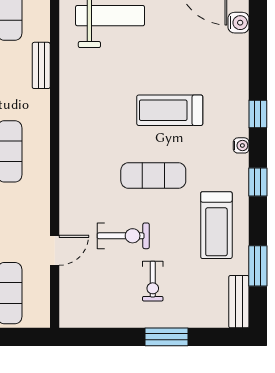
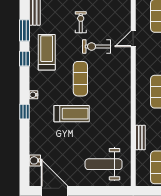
exercise mat: (153, 176) -> (80, 79), turned 90
window: (258, 182) -> (25, 59), moved

